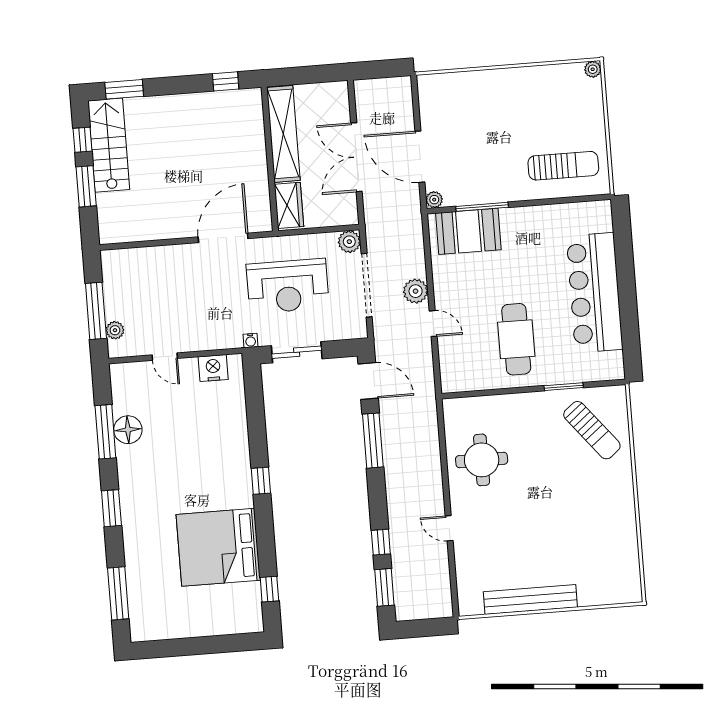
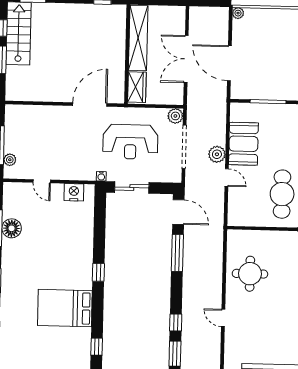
plant: (434, 200) -> (238, 13), moved
booth: (468, 231) -> (243, 144), moved, turned 90
bed: (218, 547) -> (65, 308), width x0.73

